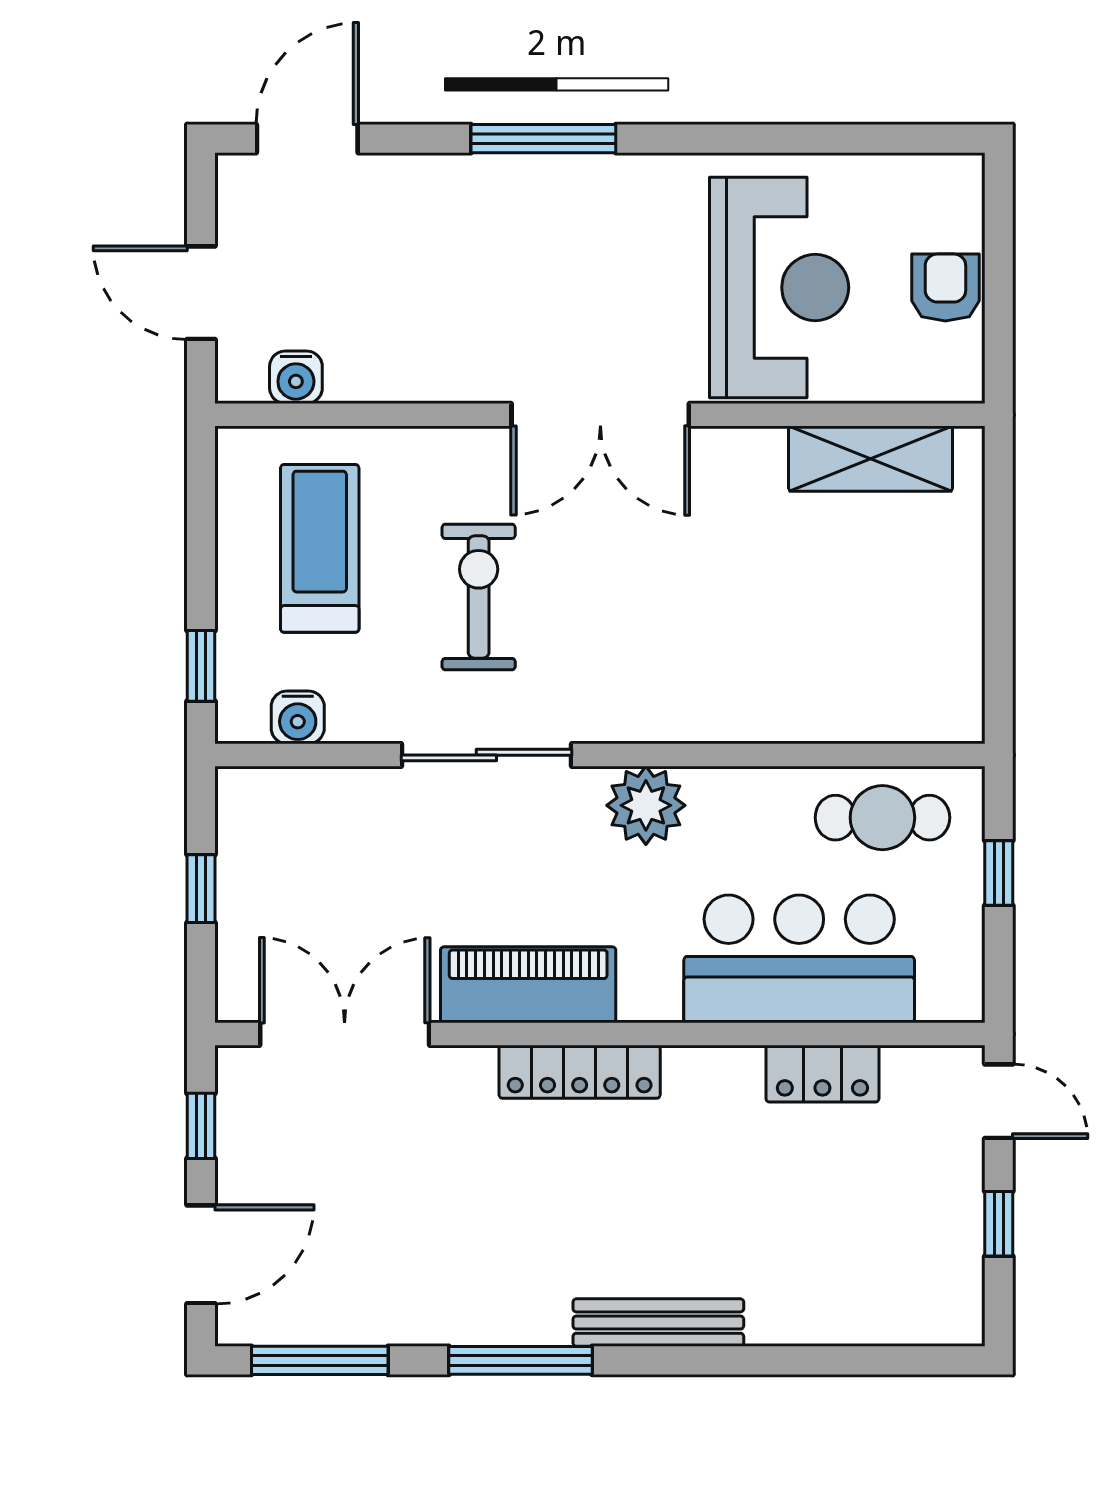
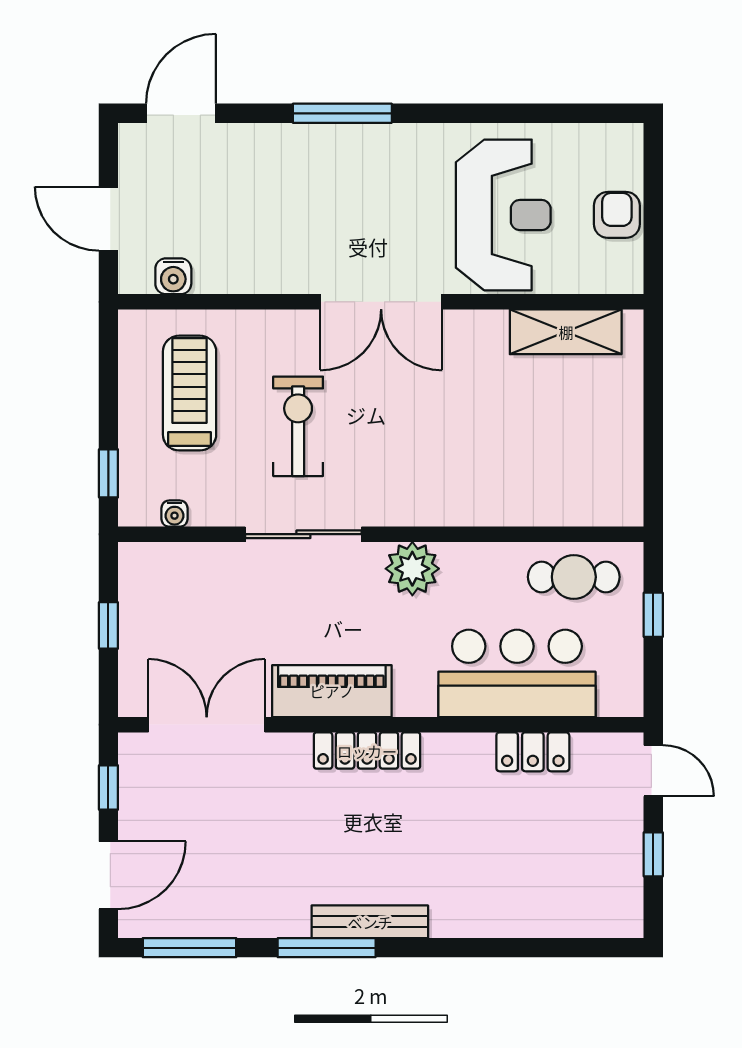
water cooler: (298, 717) -> (175, 514), width x0.72, depth x0.72
bench: (658, 1323) -> (370, 922), moved

